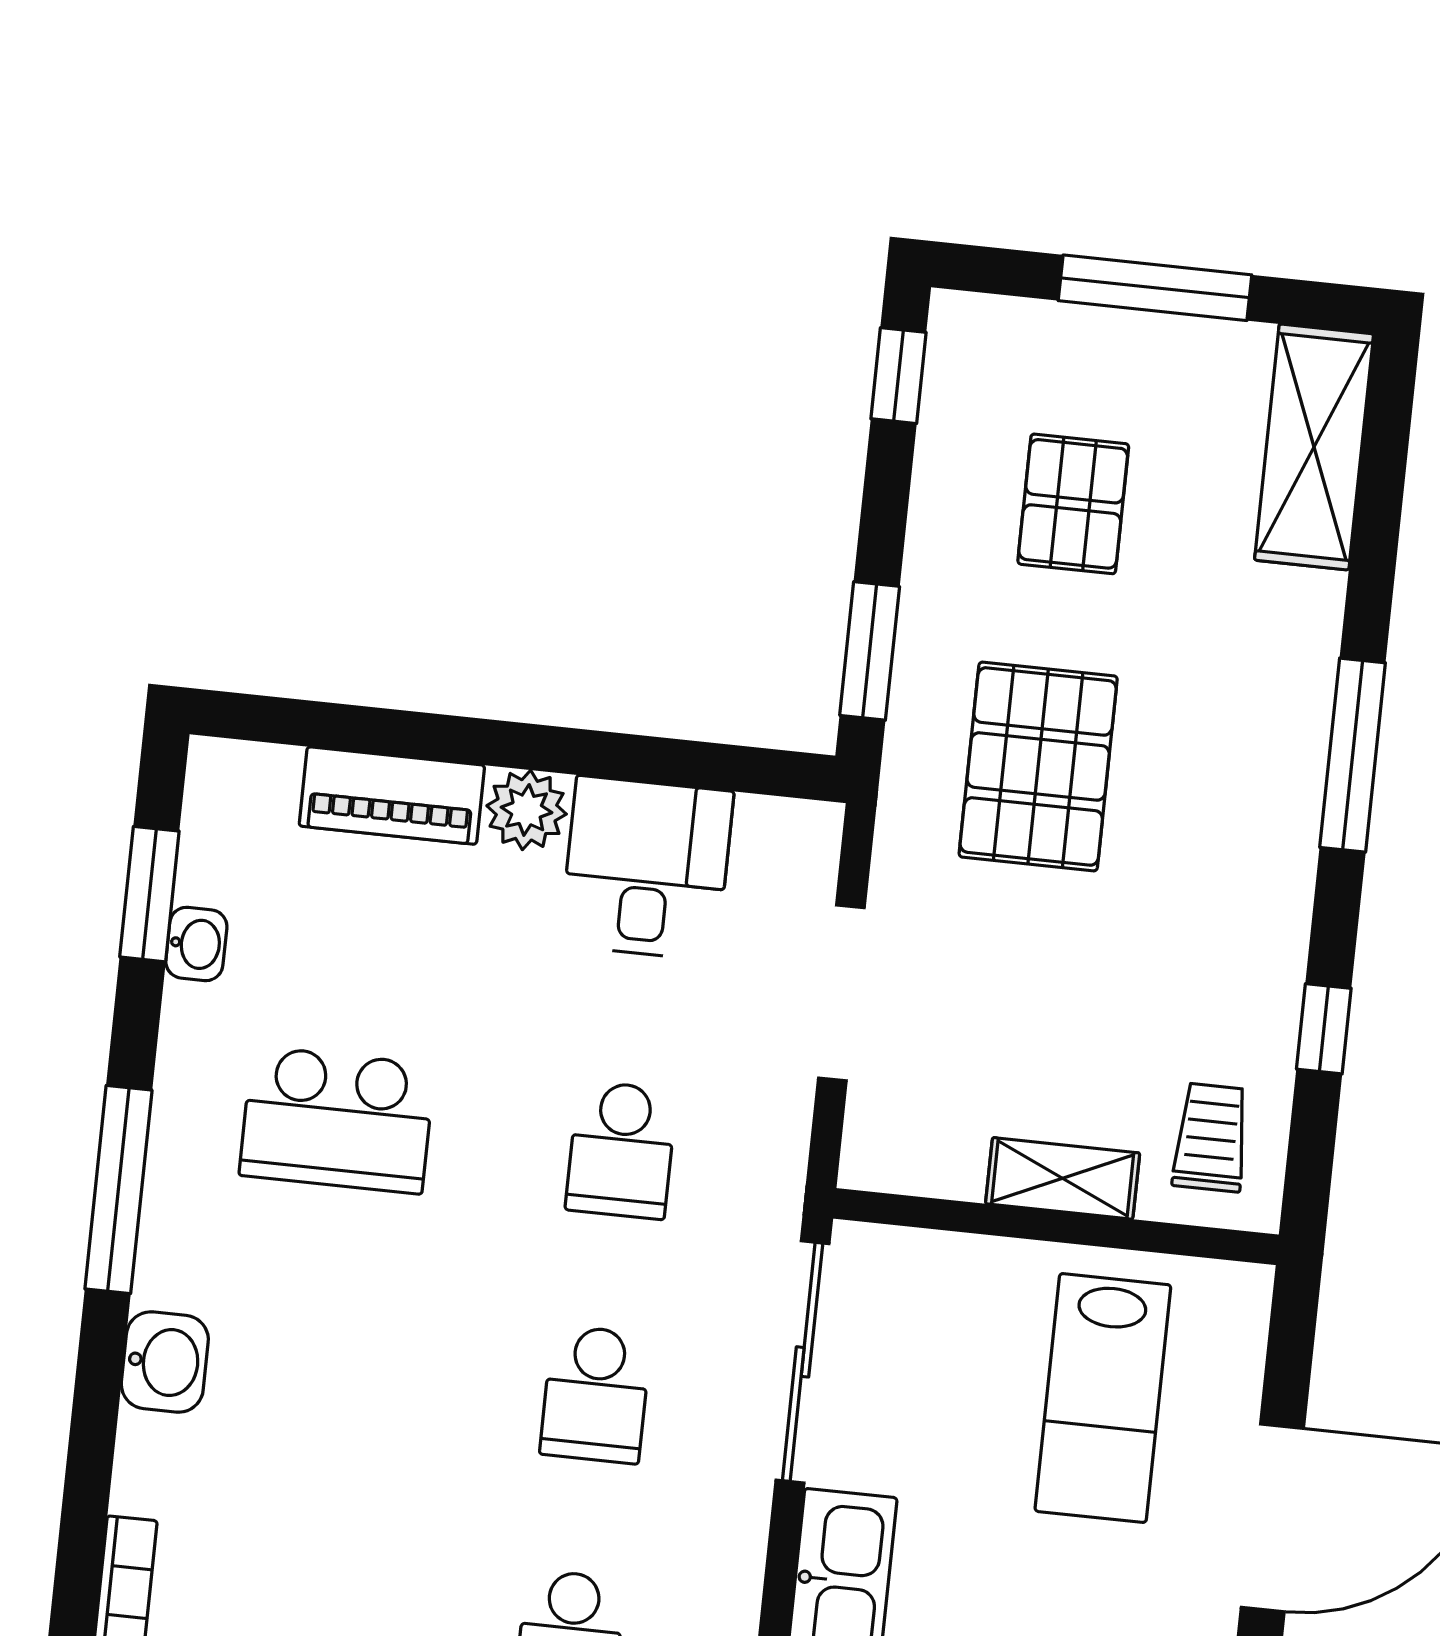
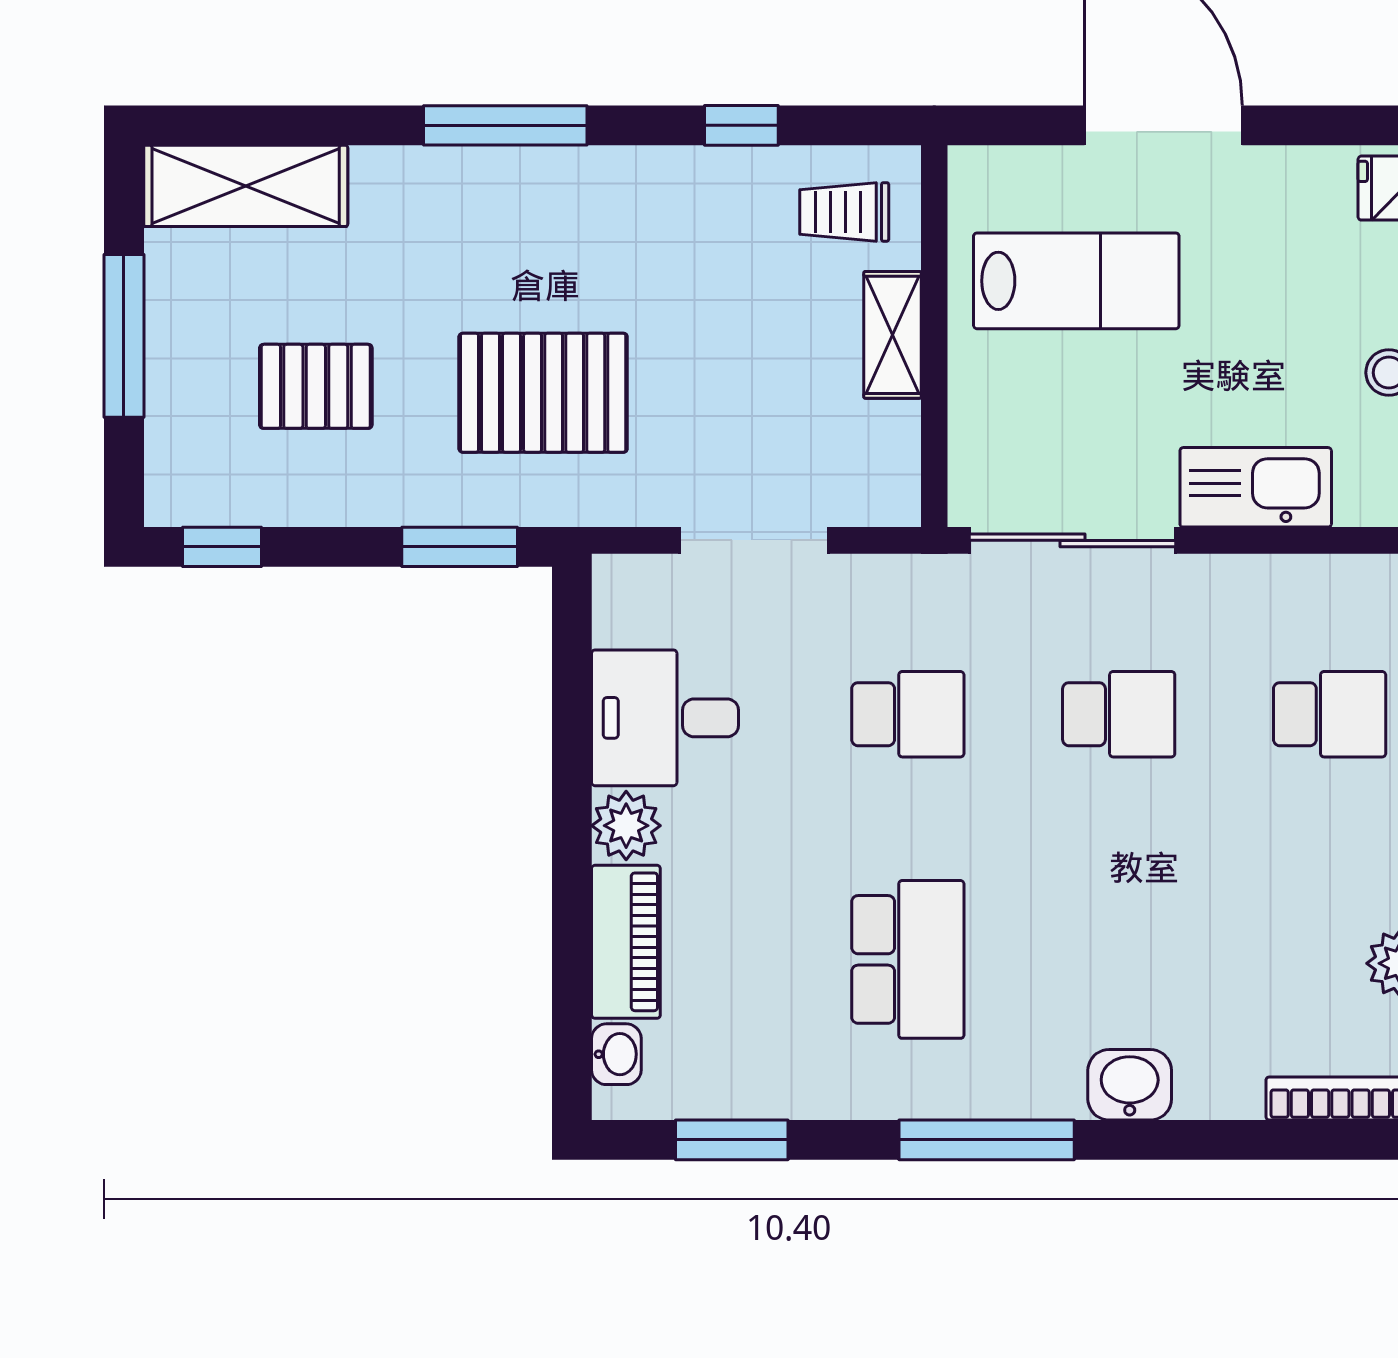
washbasin: (196, 944) -> (616, 1054), moved, turned 90

